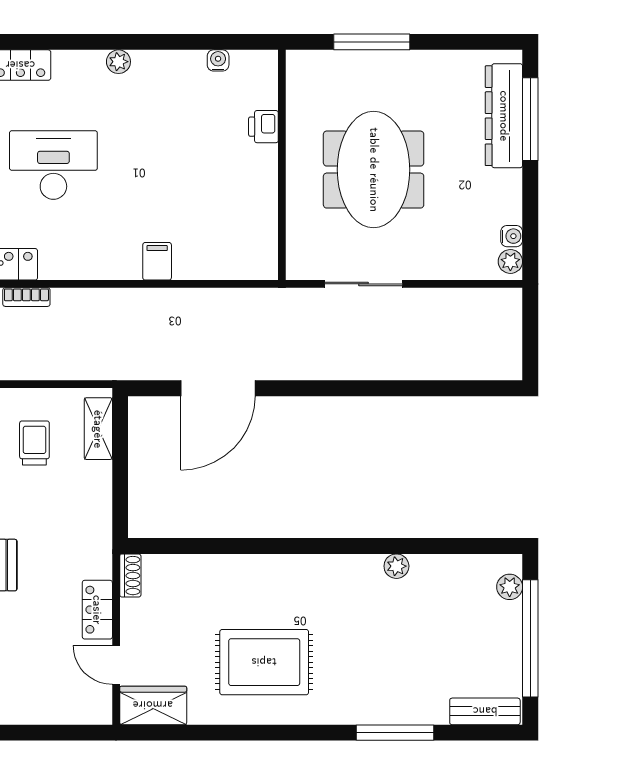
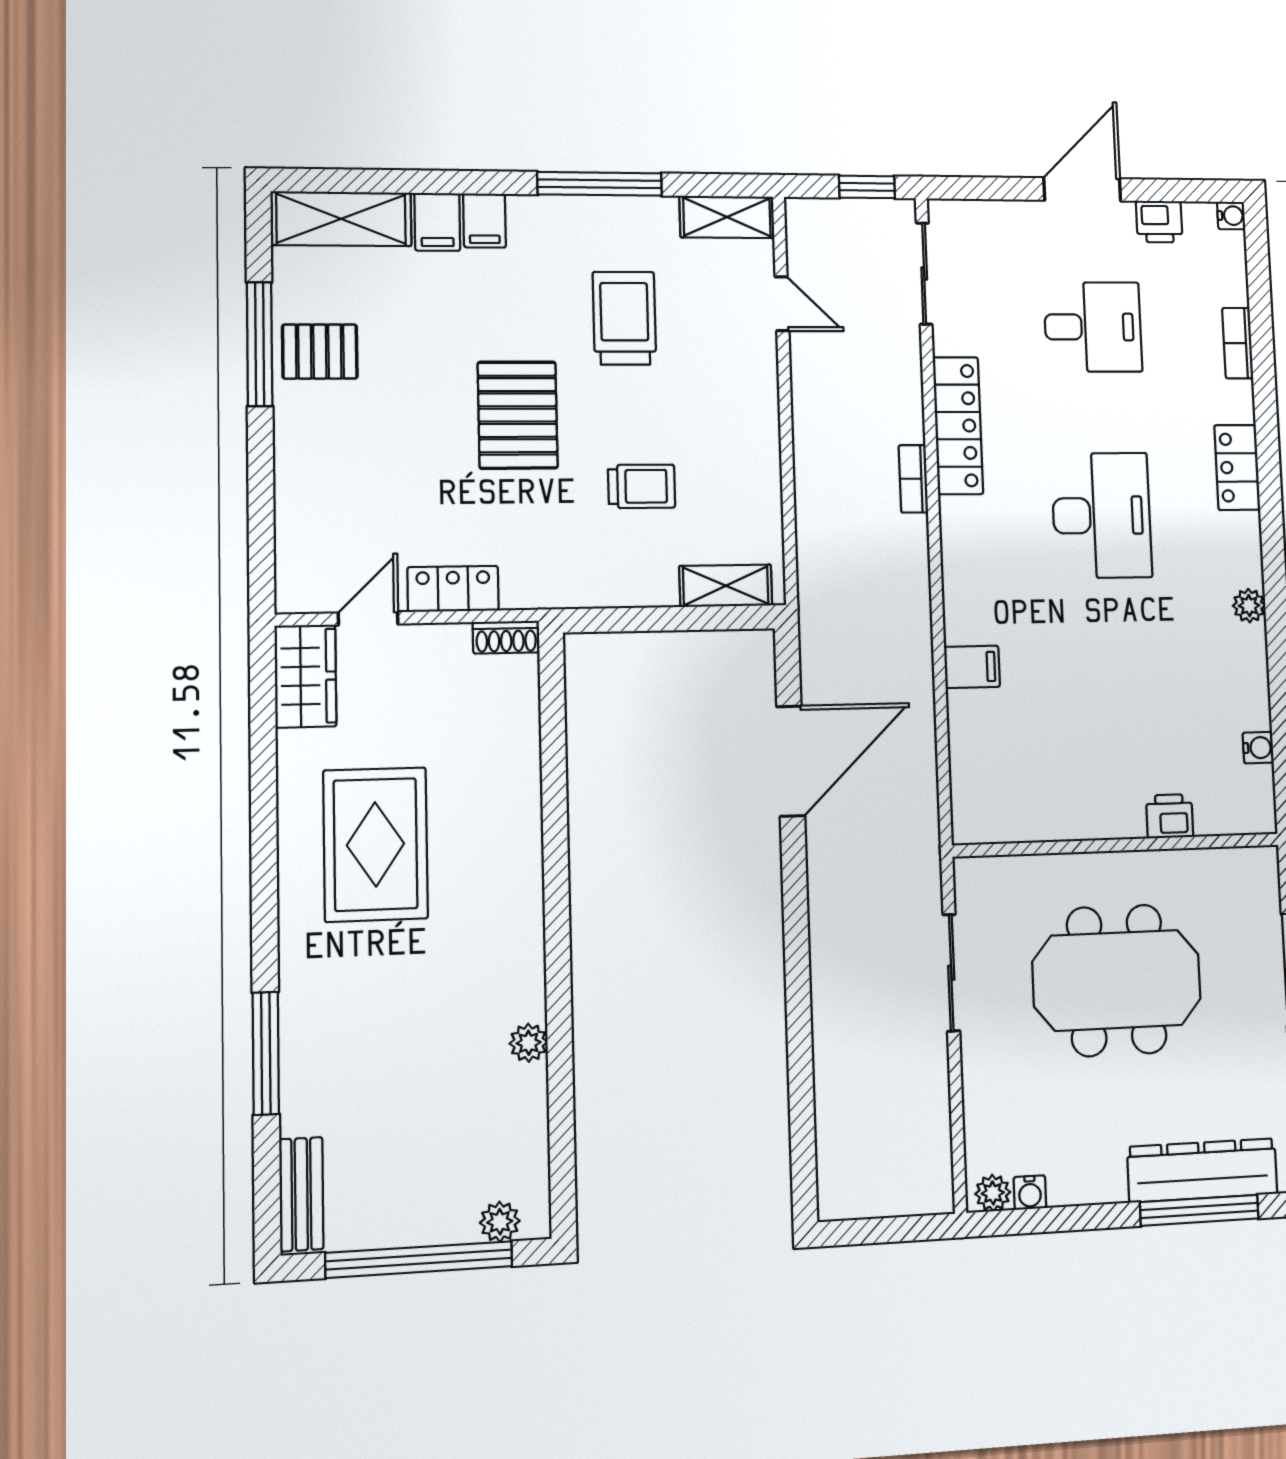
door: (218, 388) -> (791, 761), swing flipped
trolley: (34, 443) -> (642, 486), moved

